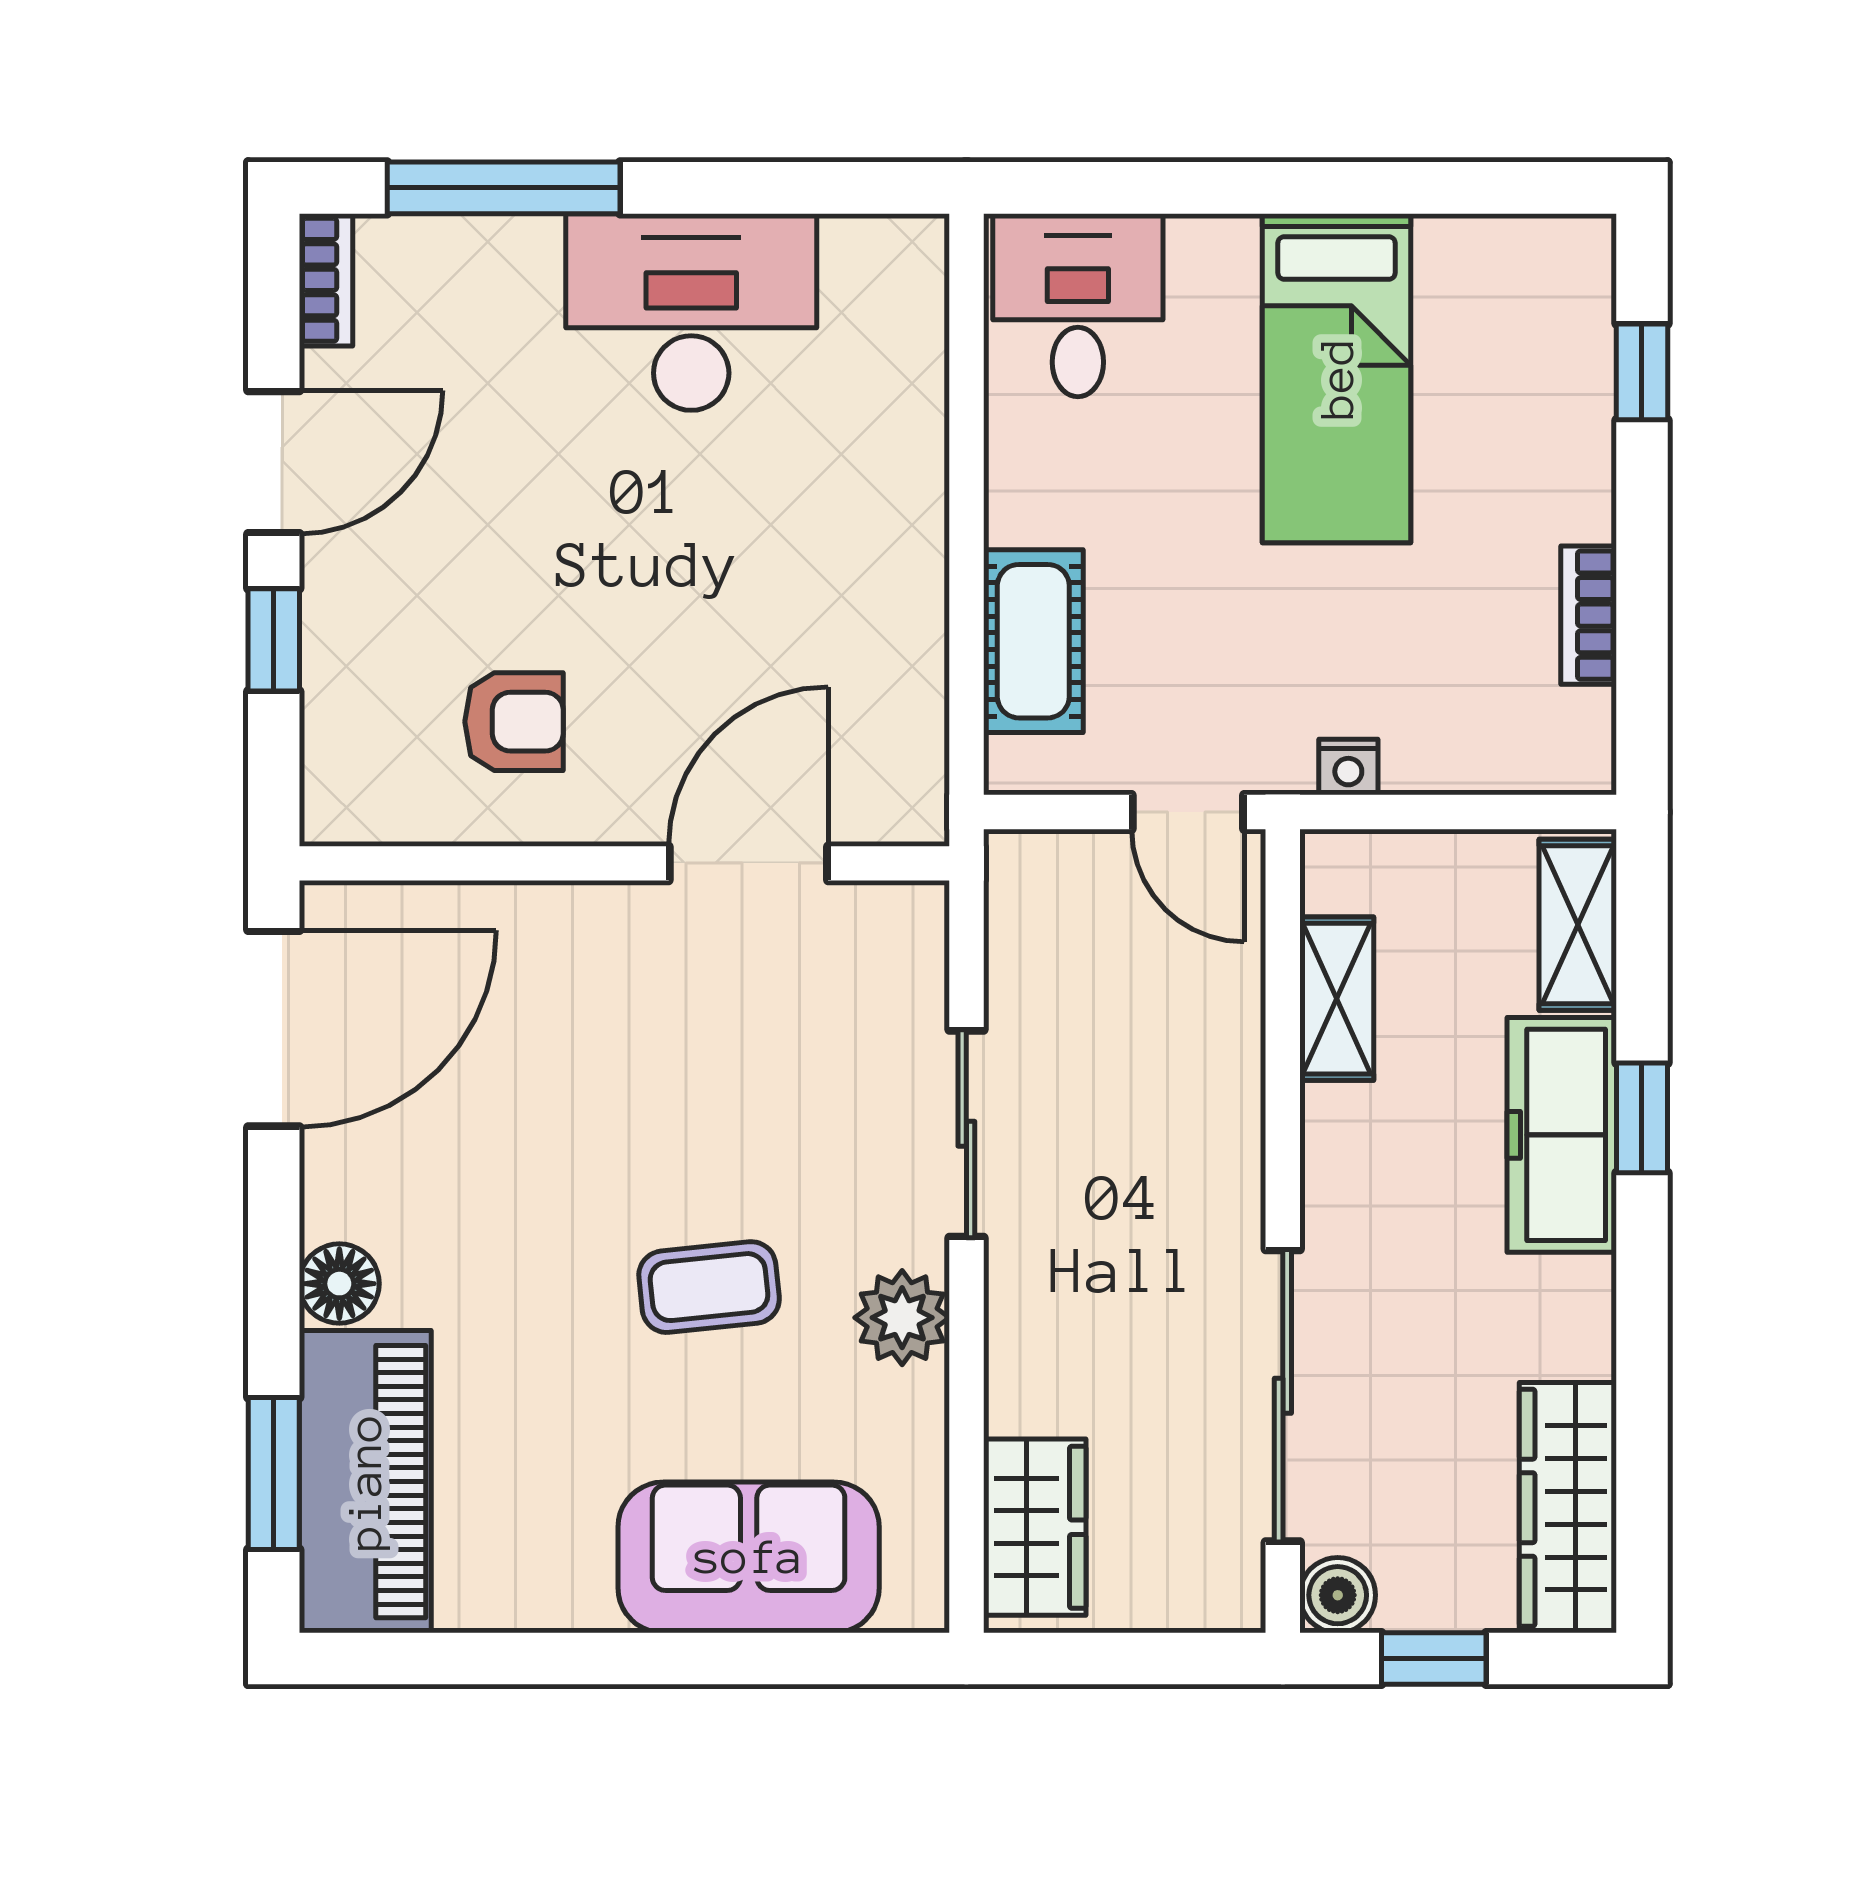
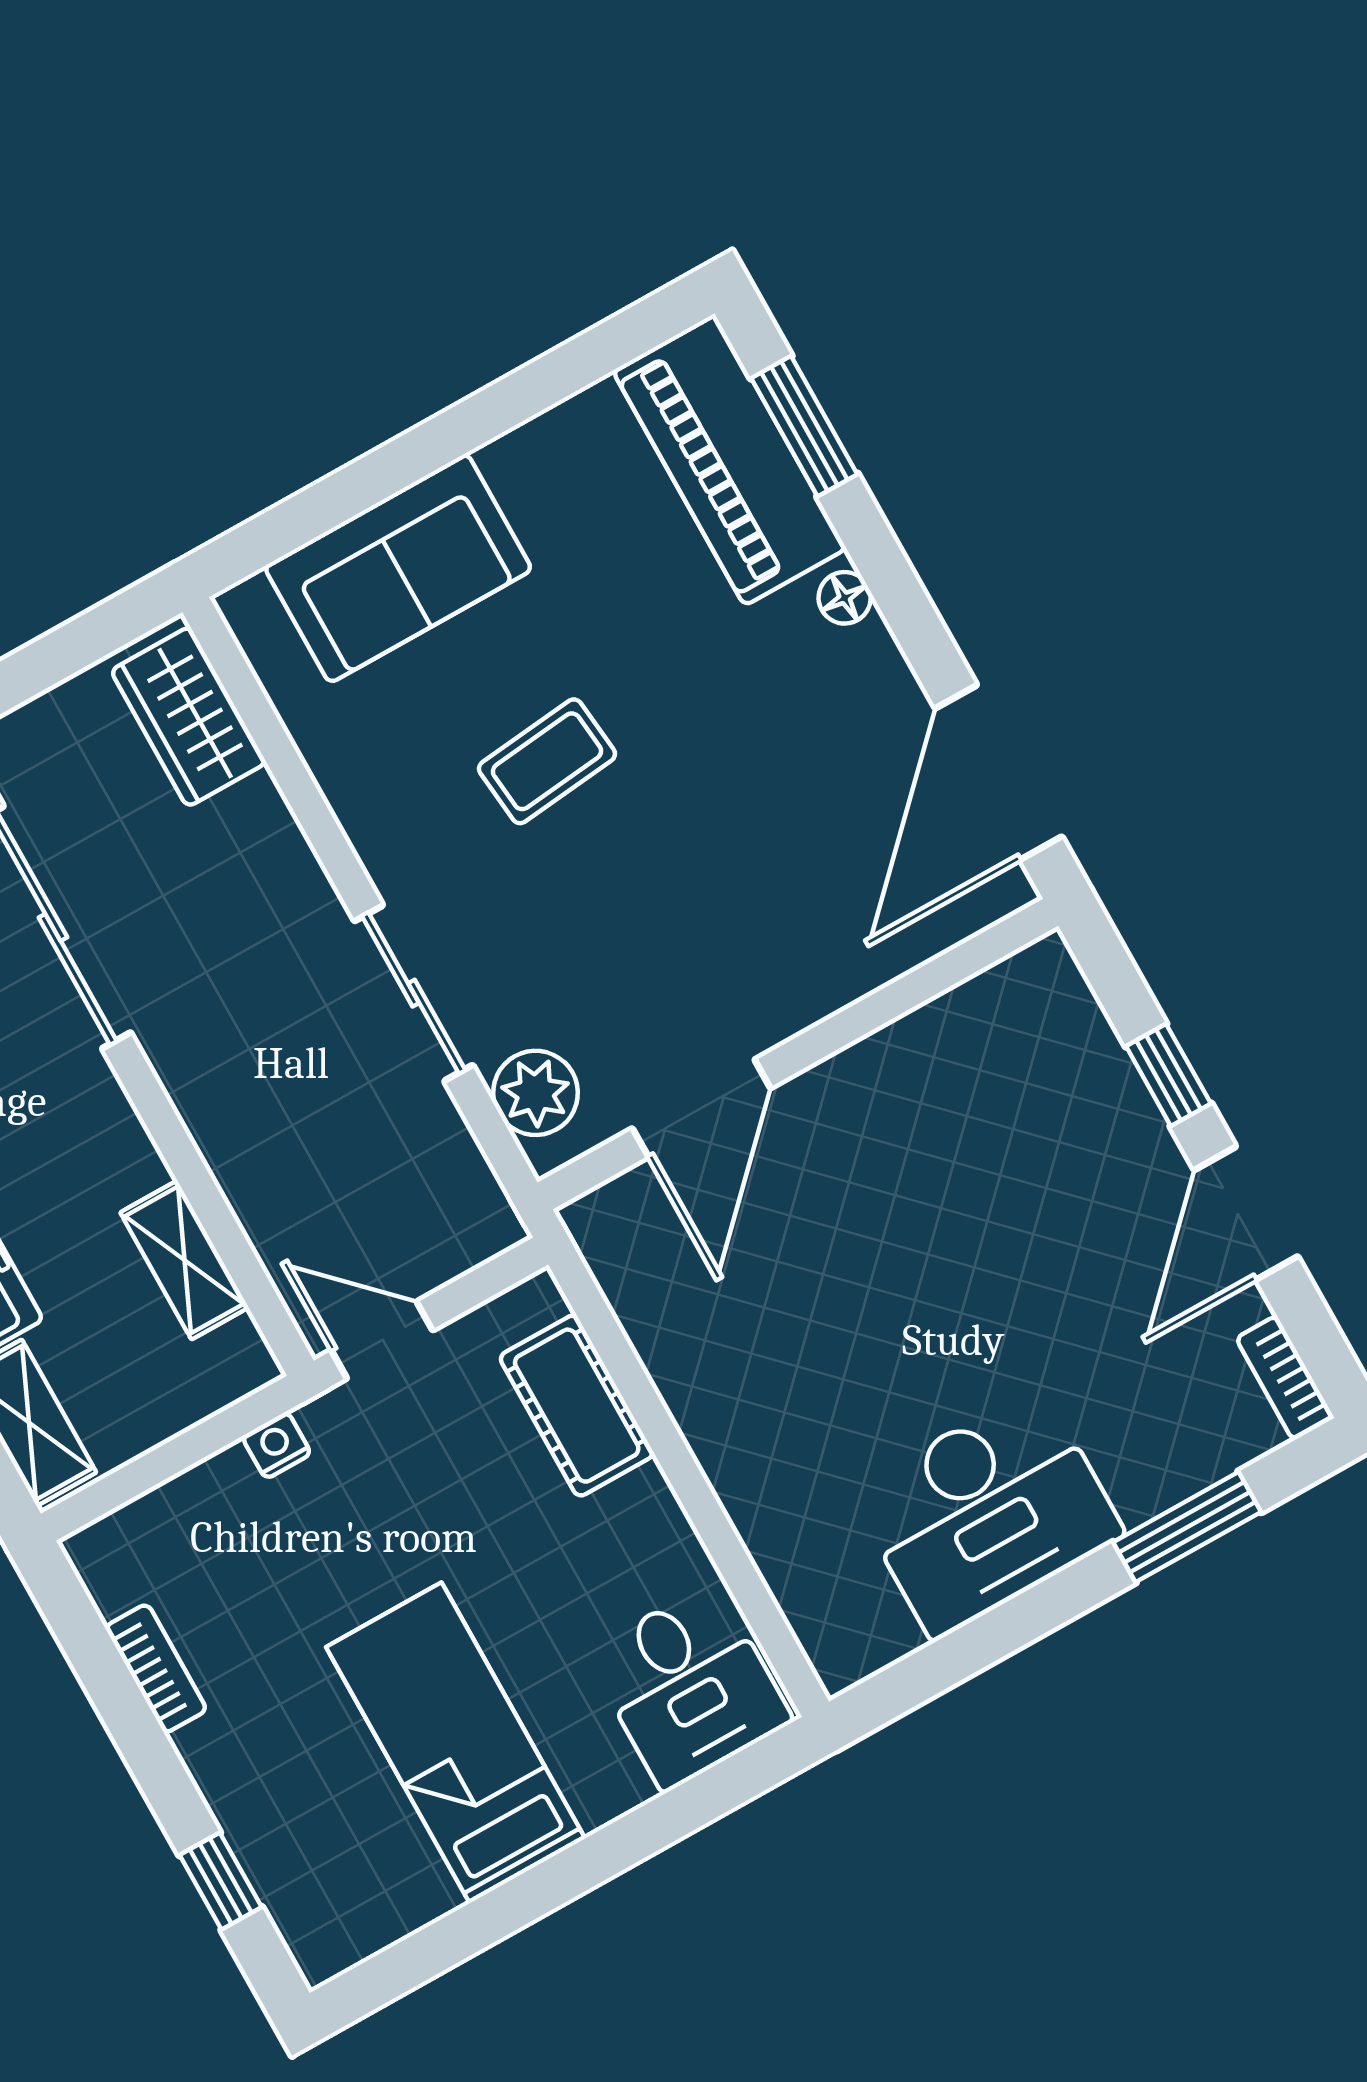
window: (504, 188) -> (1187, 1527), width x0.69
armchair: (514, 722) -> (946, 1116), removed
floor lamp: (339, 1284) -> (845, 598), width x0.73, depth x0.73
plant: (902, 1318) -> (536, 1093), moved

